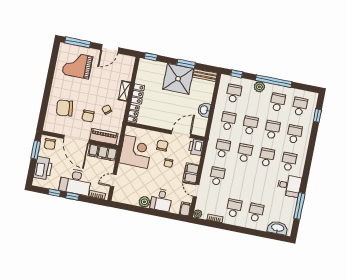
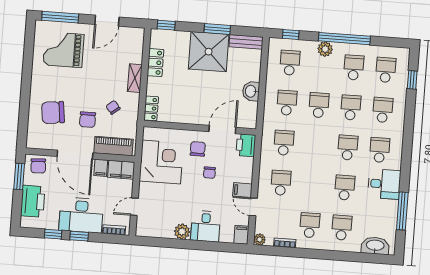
locker: (138, 94) -> (155, 63), moved
school desk: (245, 153) -> (345, 188), moved
filing cabinet: (191, 173) -> (242, 190), width x0.50

